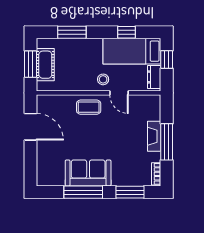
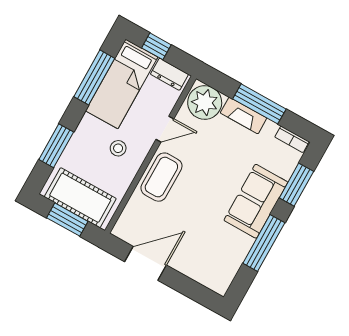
window: (126, 32) -> (94, 77), width x2.17
cot: (45, 65) -> (80, 198), width x1.37, depth x1.34
stool: (103, 79) -> (118, 148), moved
coffee table: (89, 107) -> (161, 177), width x1.36, depth x1.30
plant: (149, 108) -> (205, 102), added
sofa: (88, 173) -> (256, 201), moved

